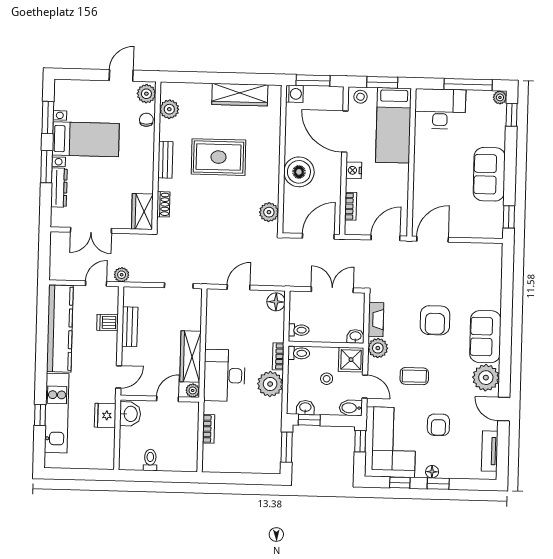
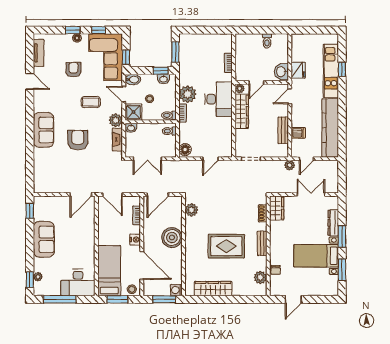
plant: (146, 94) -> (276, 288), removed
plant: (500, 97) -> (38, 277), moved
door: (386, 238) -> (112, 195), hinge flipped
plant: (486, 378) -> (42, 102), removed

